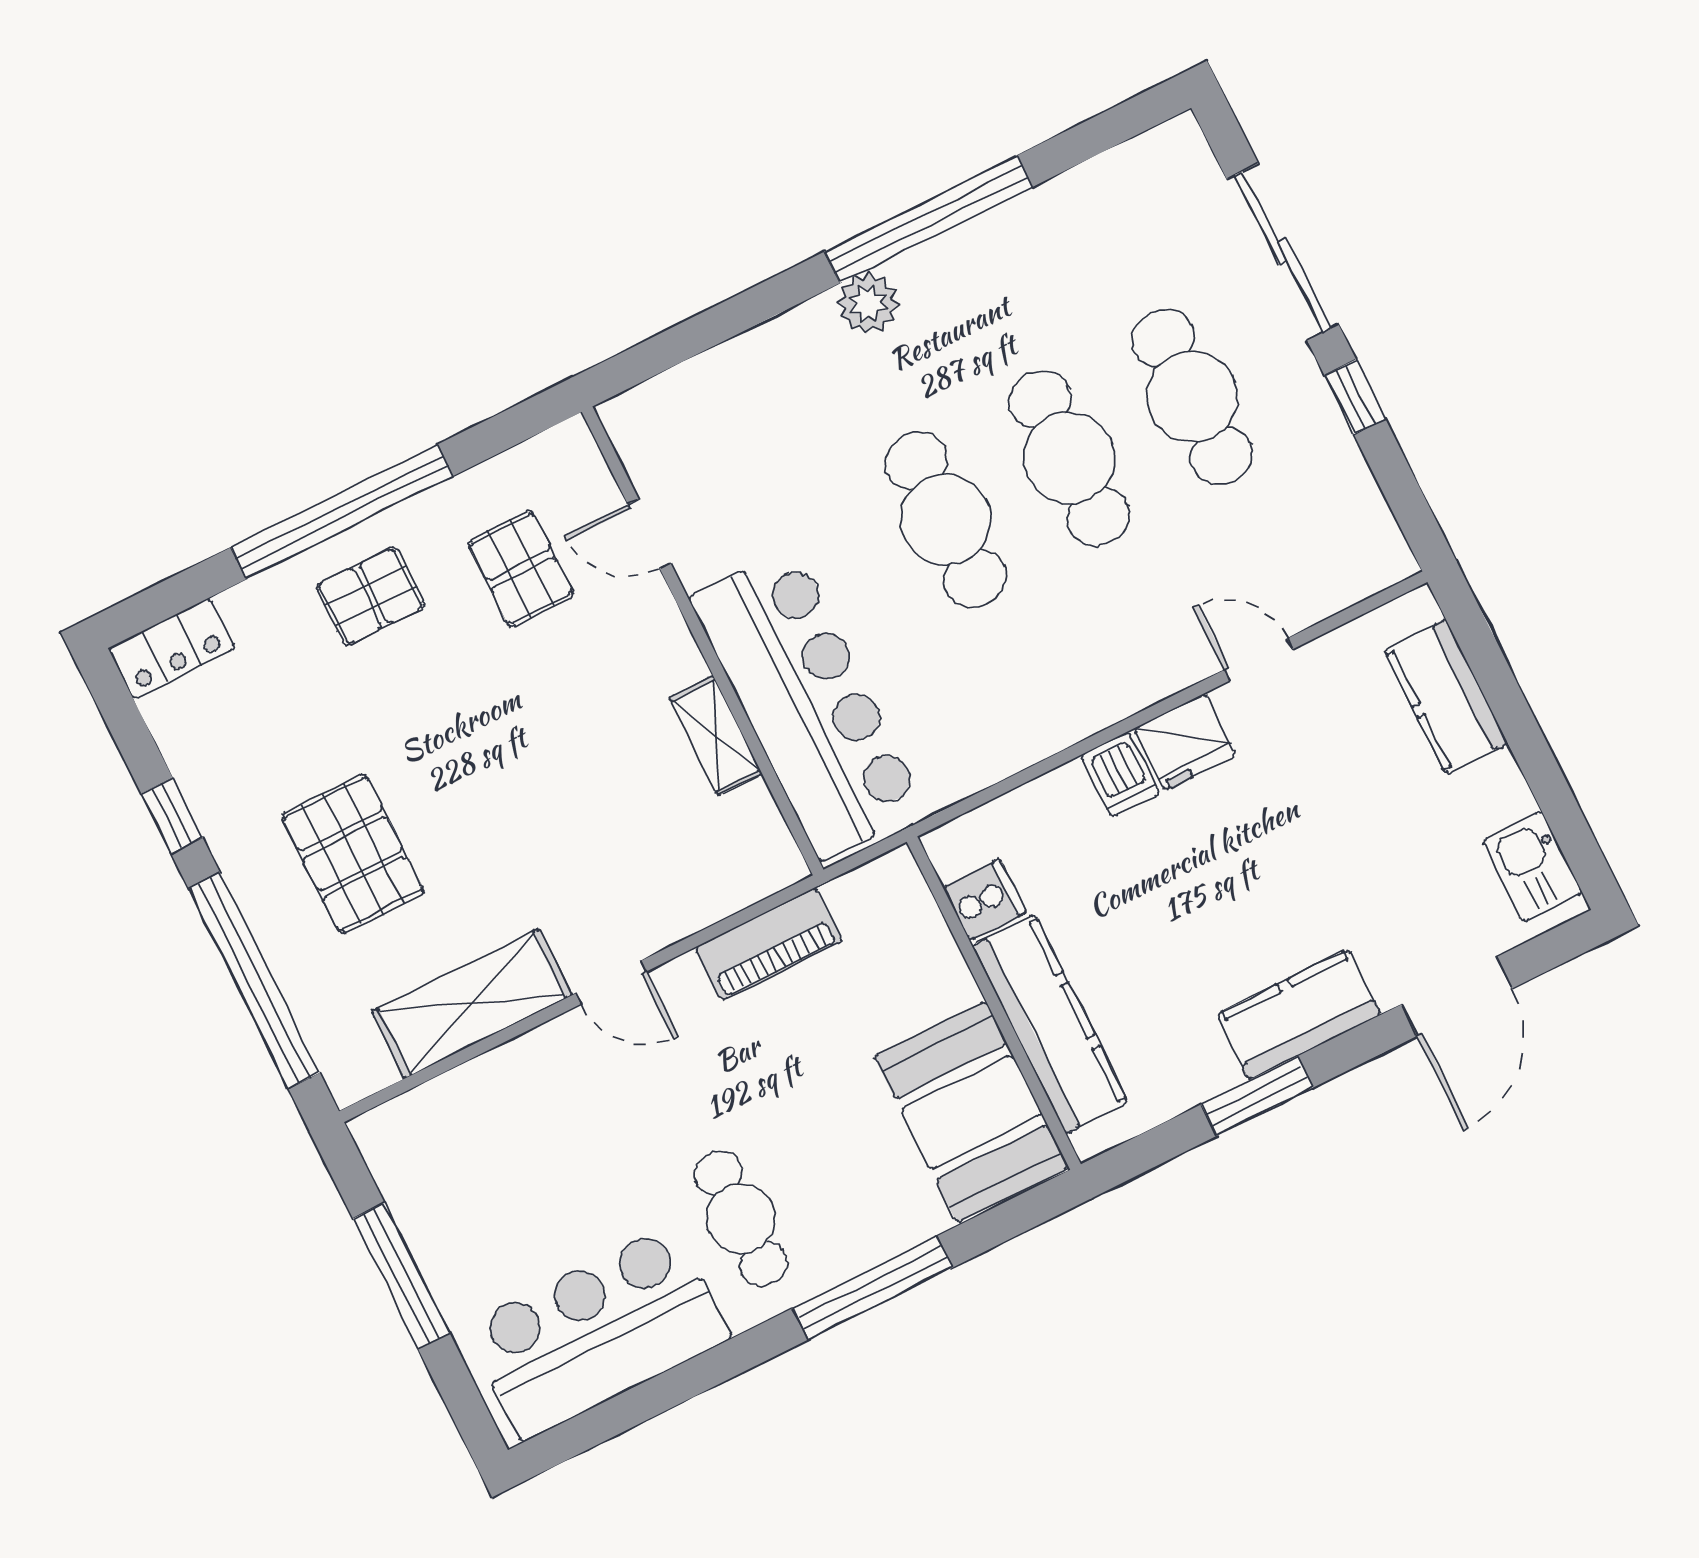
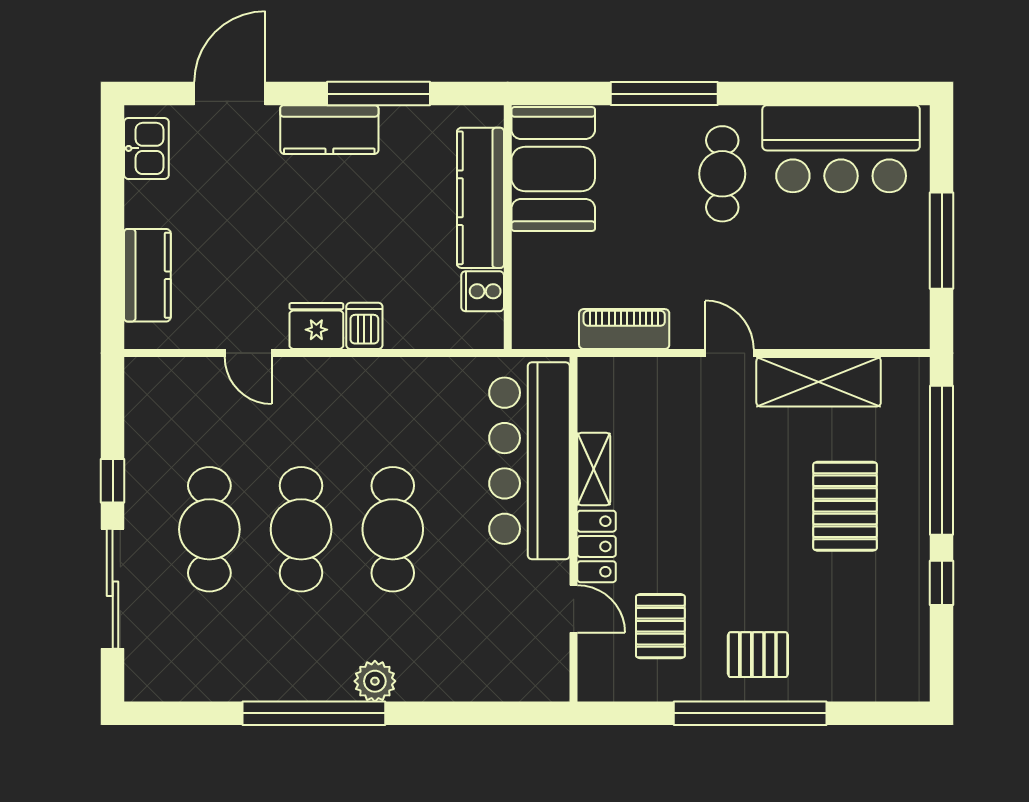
locker: (172, 648) -> (597, 546), moved, turned 90
window: (1257, 1096) -> (378, 94), width x1.44

